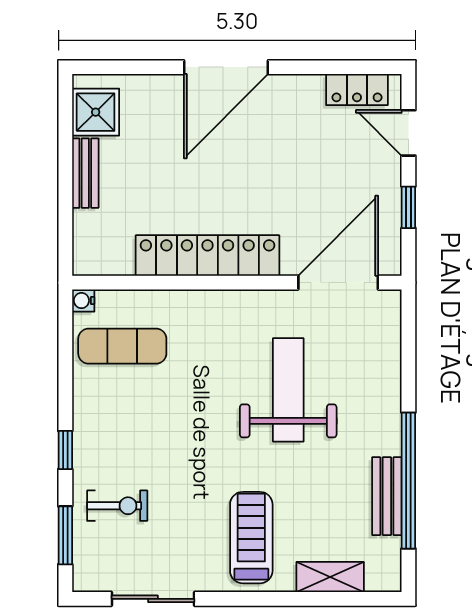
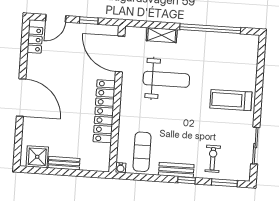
weight bench: (288, 390) -> (166, 79), turned 180
bench: (387, 496) -> (176, 170), moved
shelving: (330, 577) -> (162, 35), moved, turned 90

